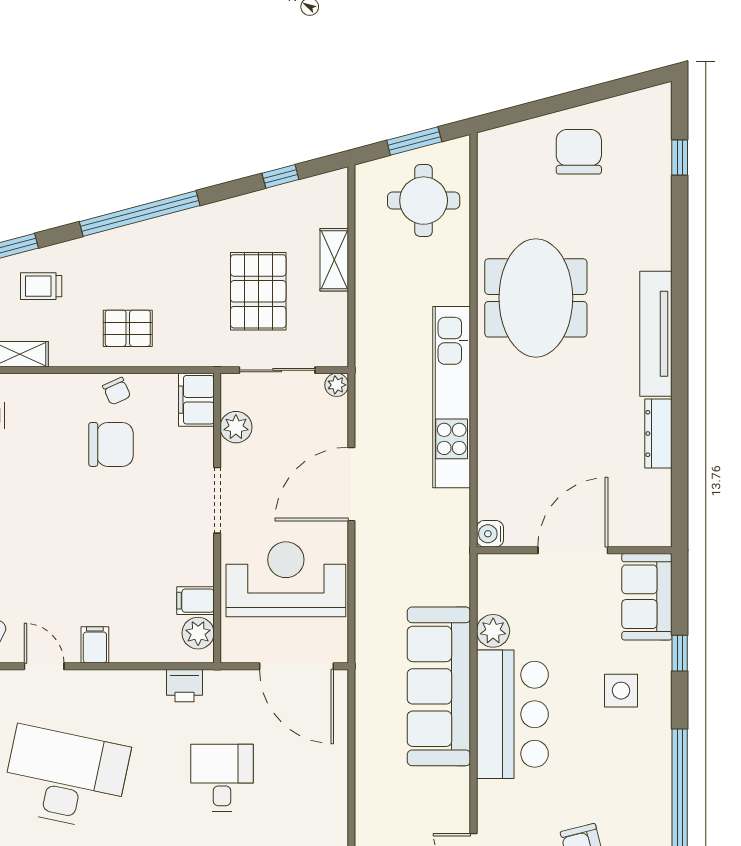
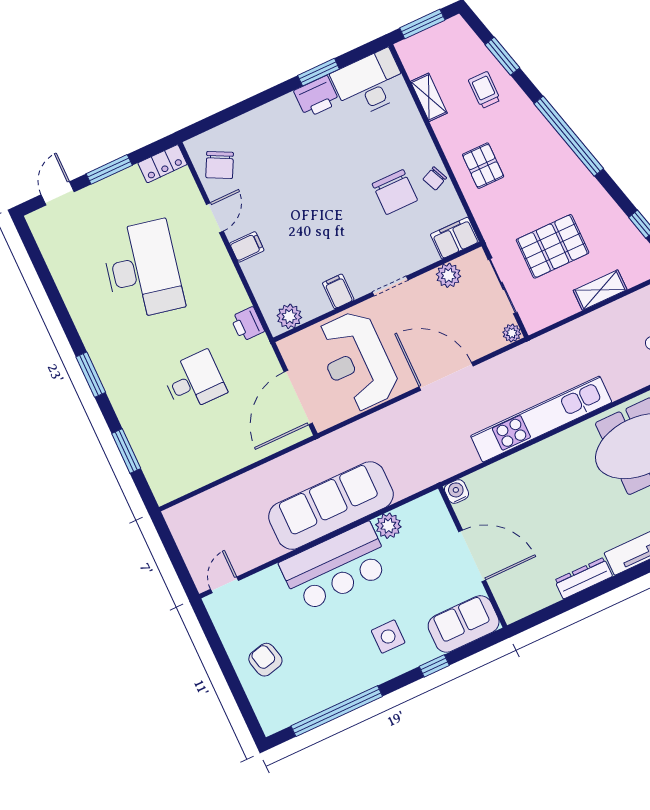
doorway: (217, 500) -> (390, 286), width x0.73
reception desk: (286, 579) -> (357, 361), turned 180
filing cabinet: (195, 601) -> (338, 291), moved

